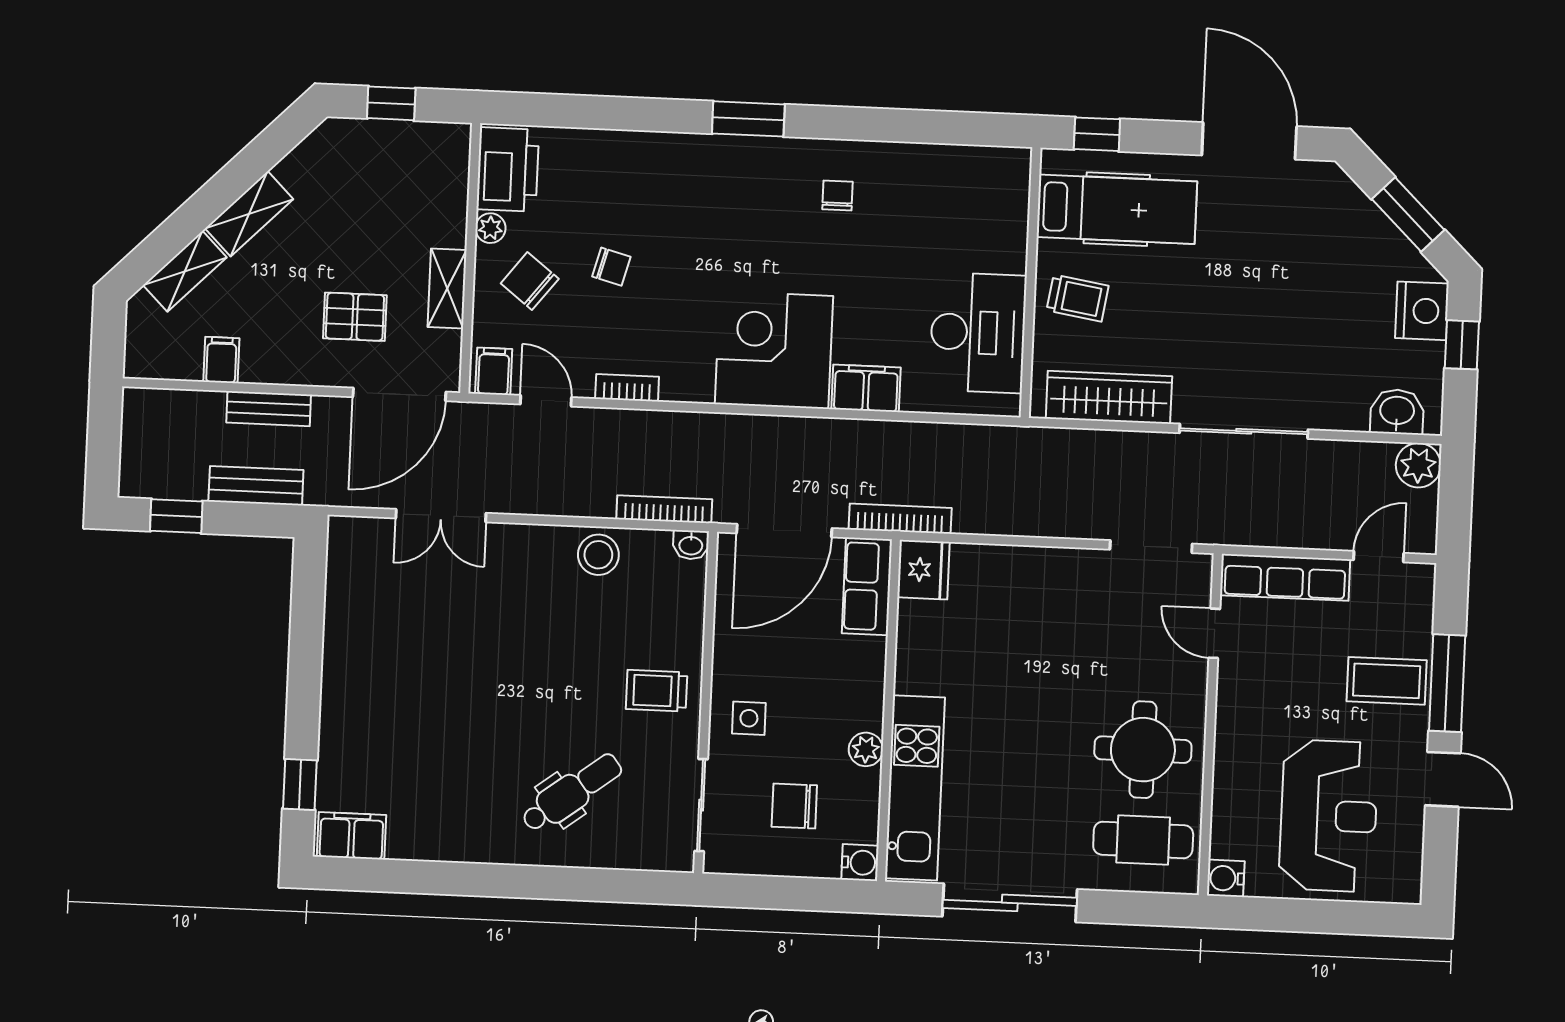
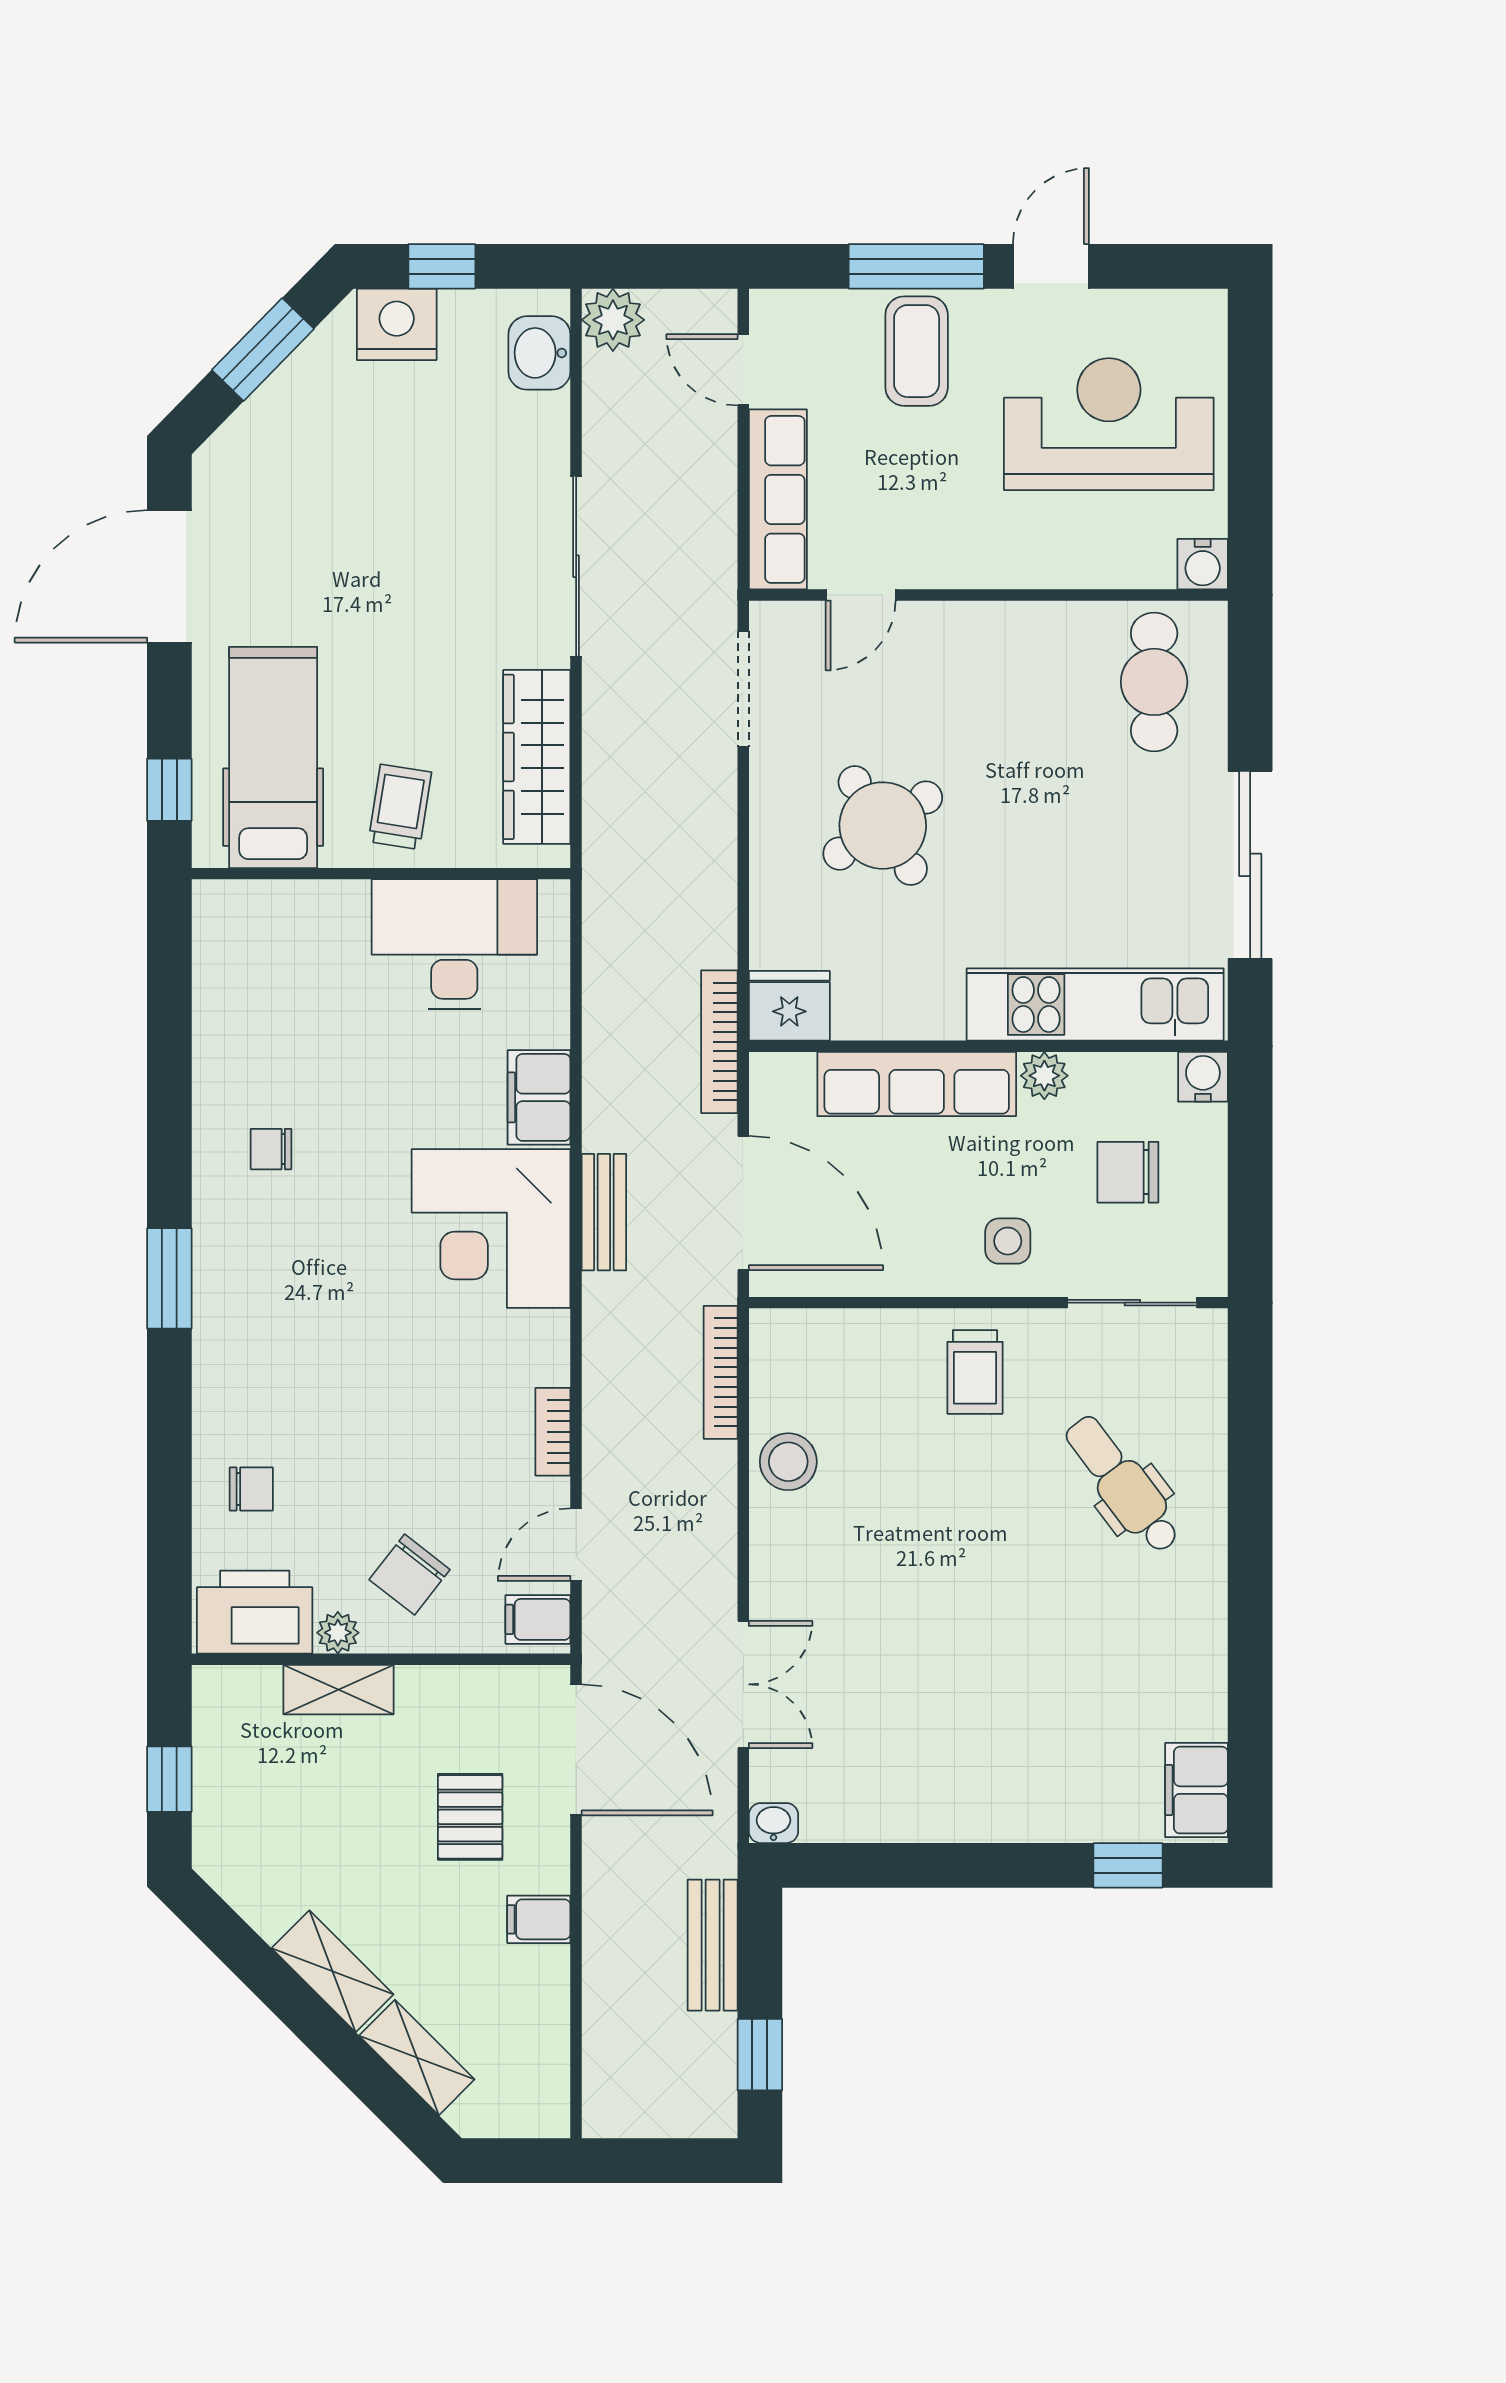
chair: (611, 267) -> (251, 1489), moved, turned 75
shelving: (447, 289) -> (338, 1690), moved
filing cabinet: (221, 360) -> (539, 1919), moved
bench: (269, 409) -> (604, 1212), moved
washbasin: (691, 545) -> (773, 1823), moved, turned -90
row of seats: (867, 586) -> (917, 1084), moved, width x1.48
round table: (1143, 750) -> (883, 826), moved, turned -33
chair: (794, 806) -> (1128, 1172), turned 90

